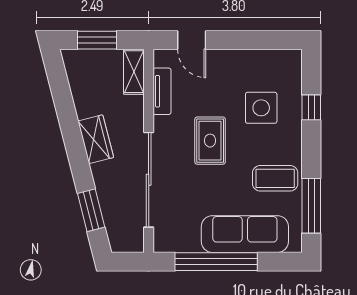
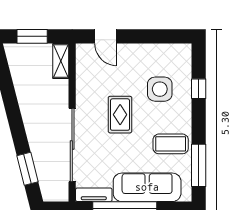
tv unit: (162, 91) -> (94, 195), moved, turned -90
wardrobe: (96, 139) -> (31, 114), removed

